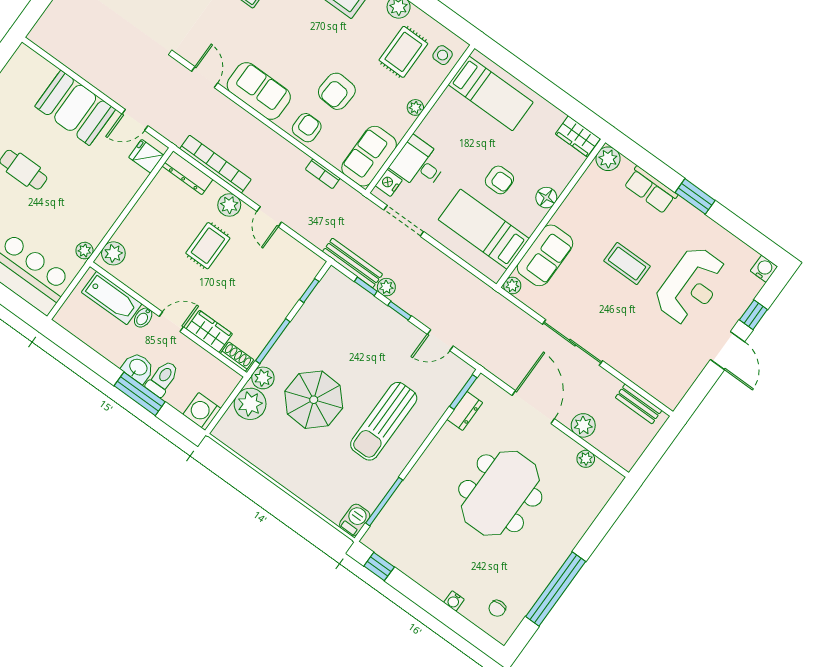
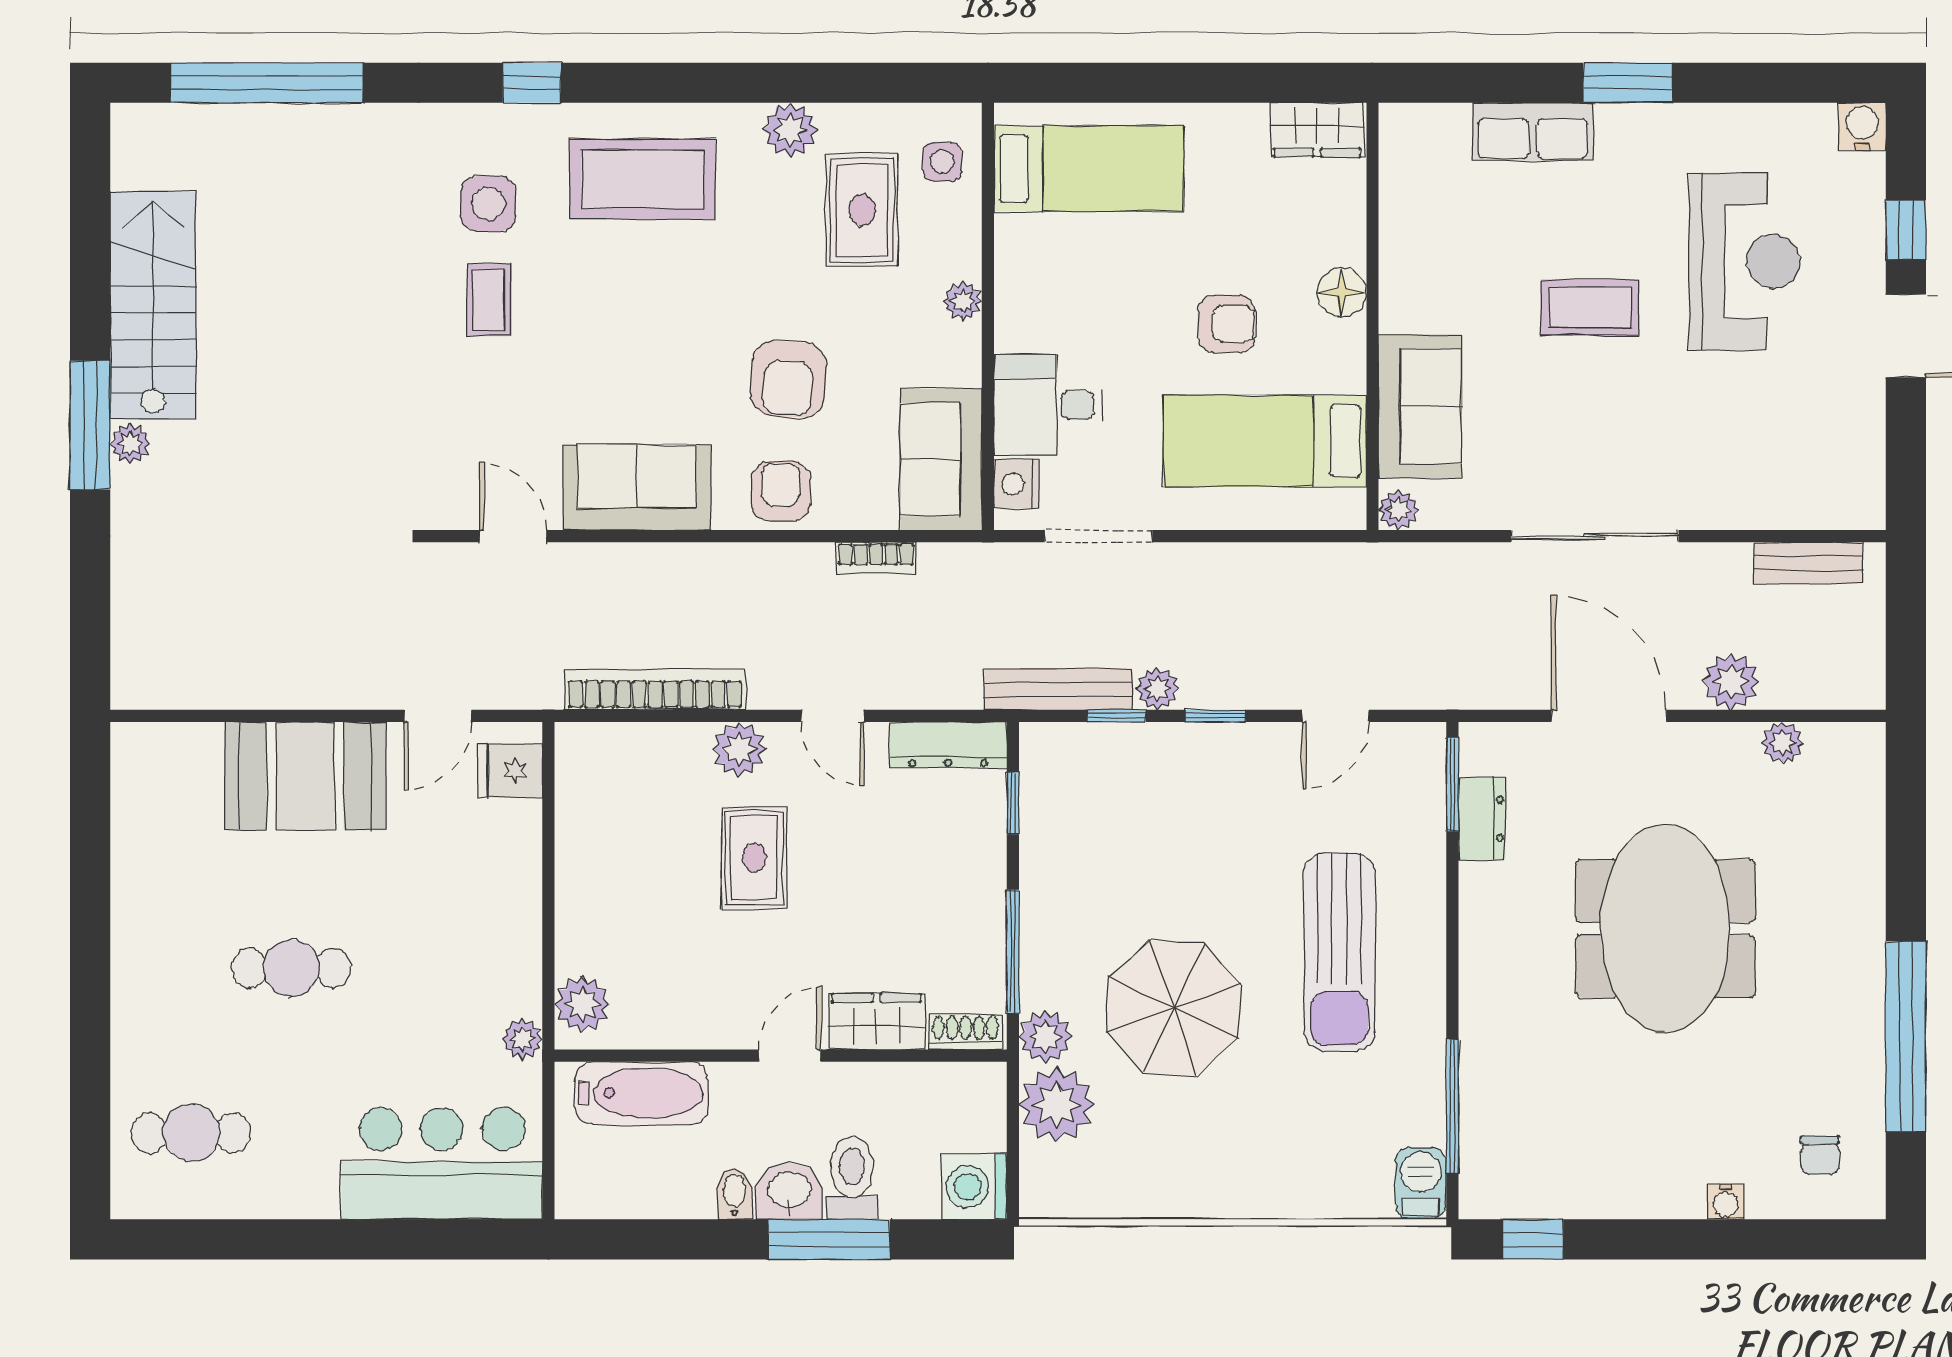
plant: (608, 159) -> (1407, 131), removed
dresser: (188, 173) -> (948, 745), moved
bidet: (143, 318) -> (735, 1194), moved, turned 180

